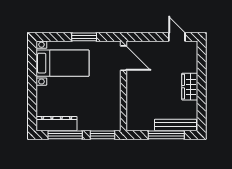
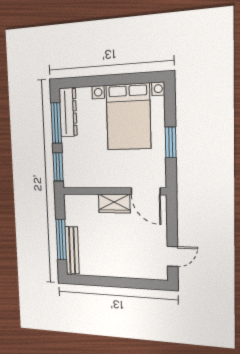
door: (123, 58) -> (146, 191), hinge flipped
bed with nightstands: (62, 63) -> (128, 117), width x1.36
wardrobe: (190, 87) -> (114, 204), moved, turned 180

